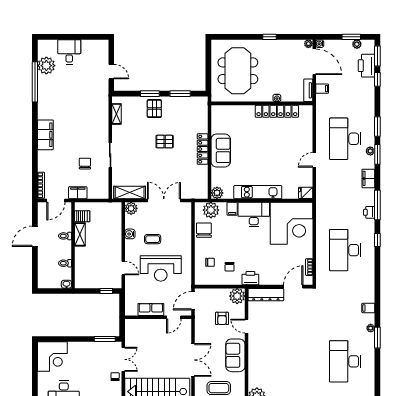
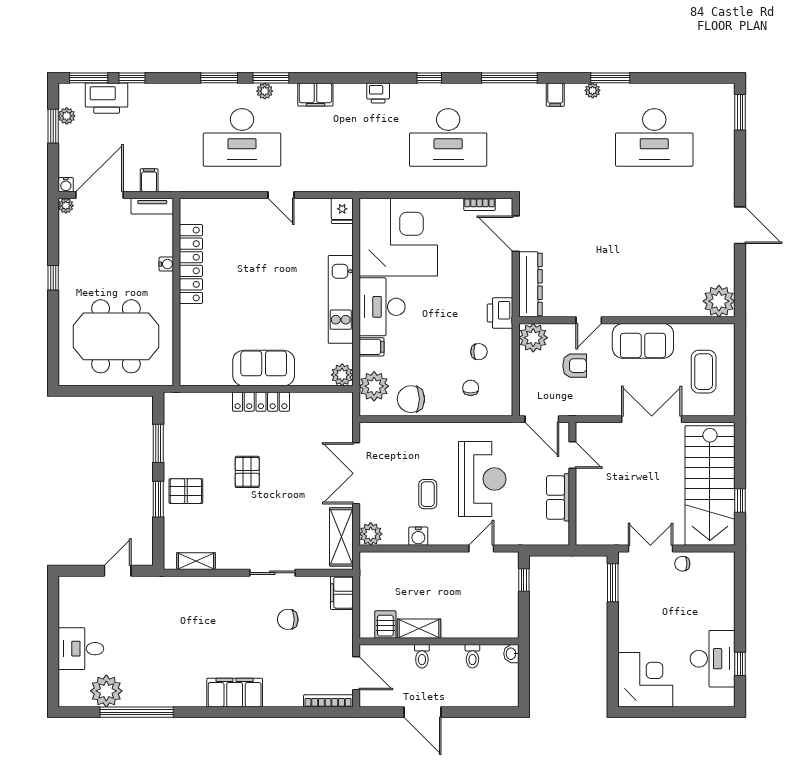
filing cabinet: (78, 193) -> (342, 593), moved
window: (377, 205) -> (509, 78), moved

